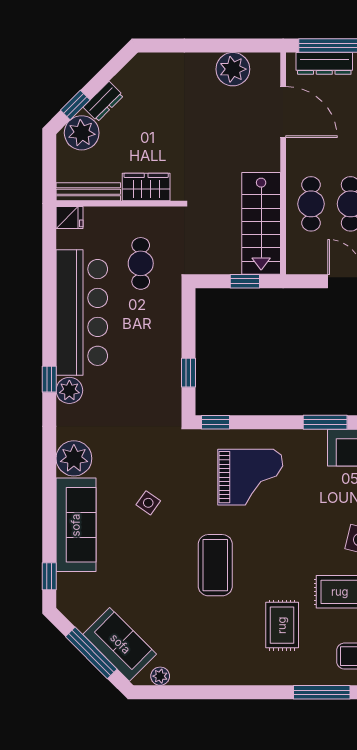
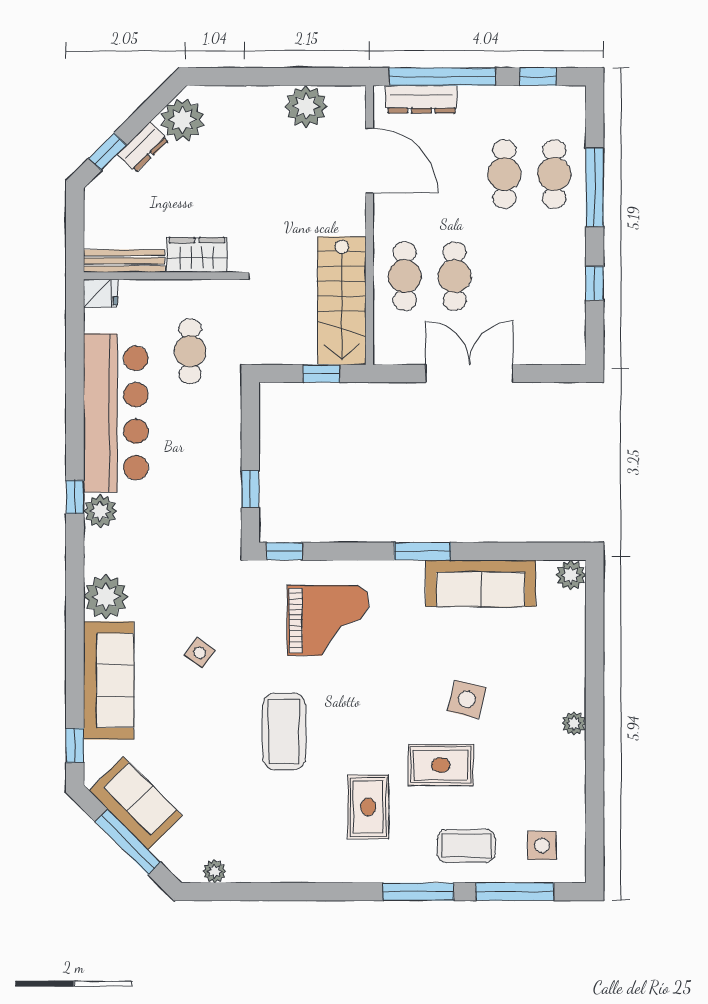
plant: (82, 133) -> (183, 120), moved
sofa: (120, 644) -> (136, 803), moved

